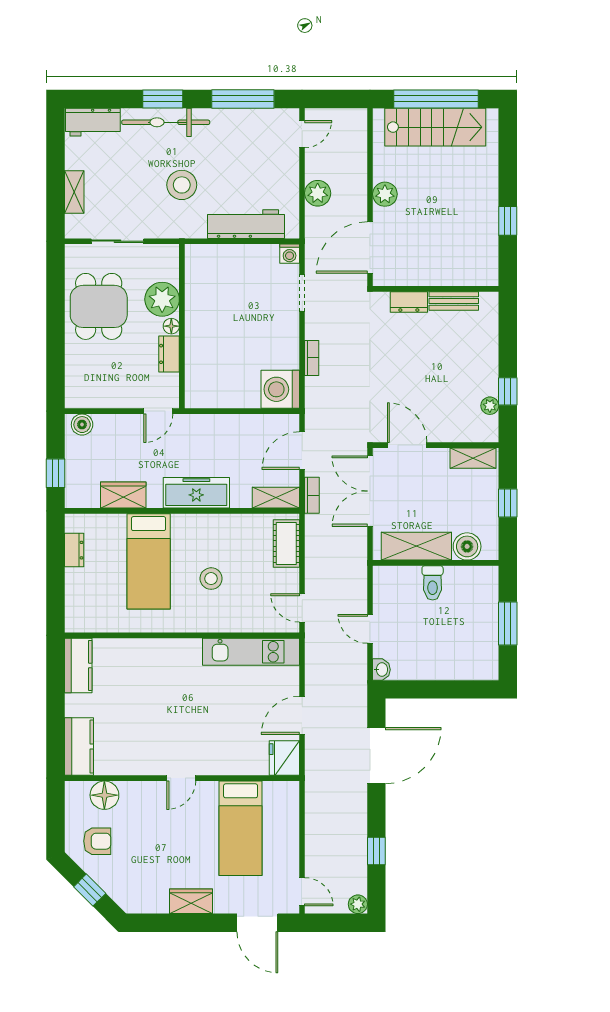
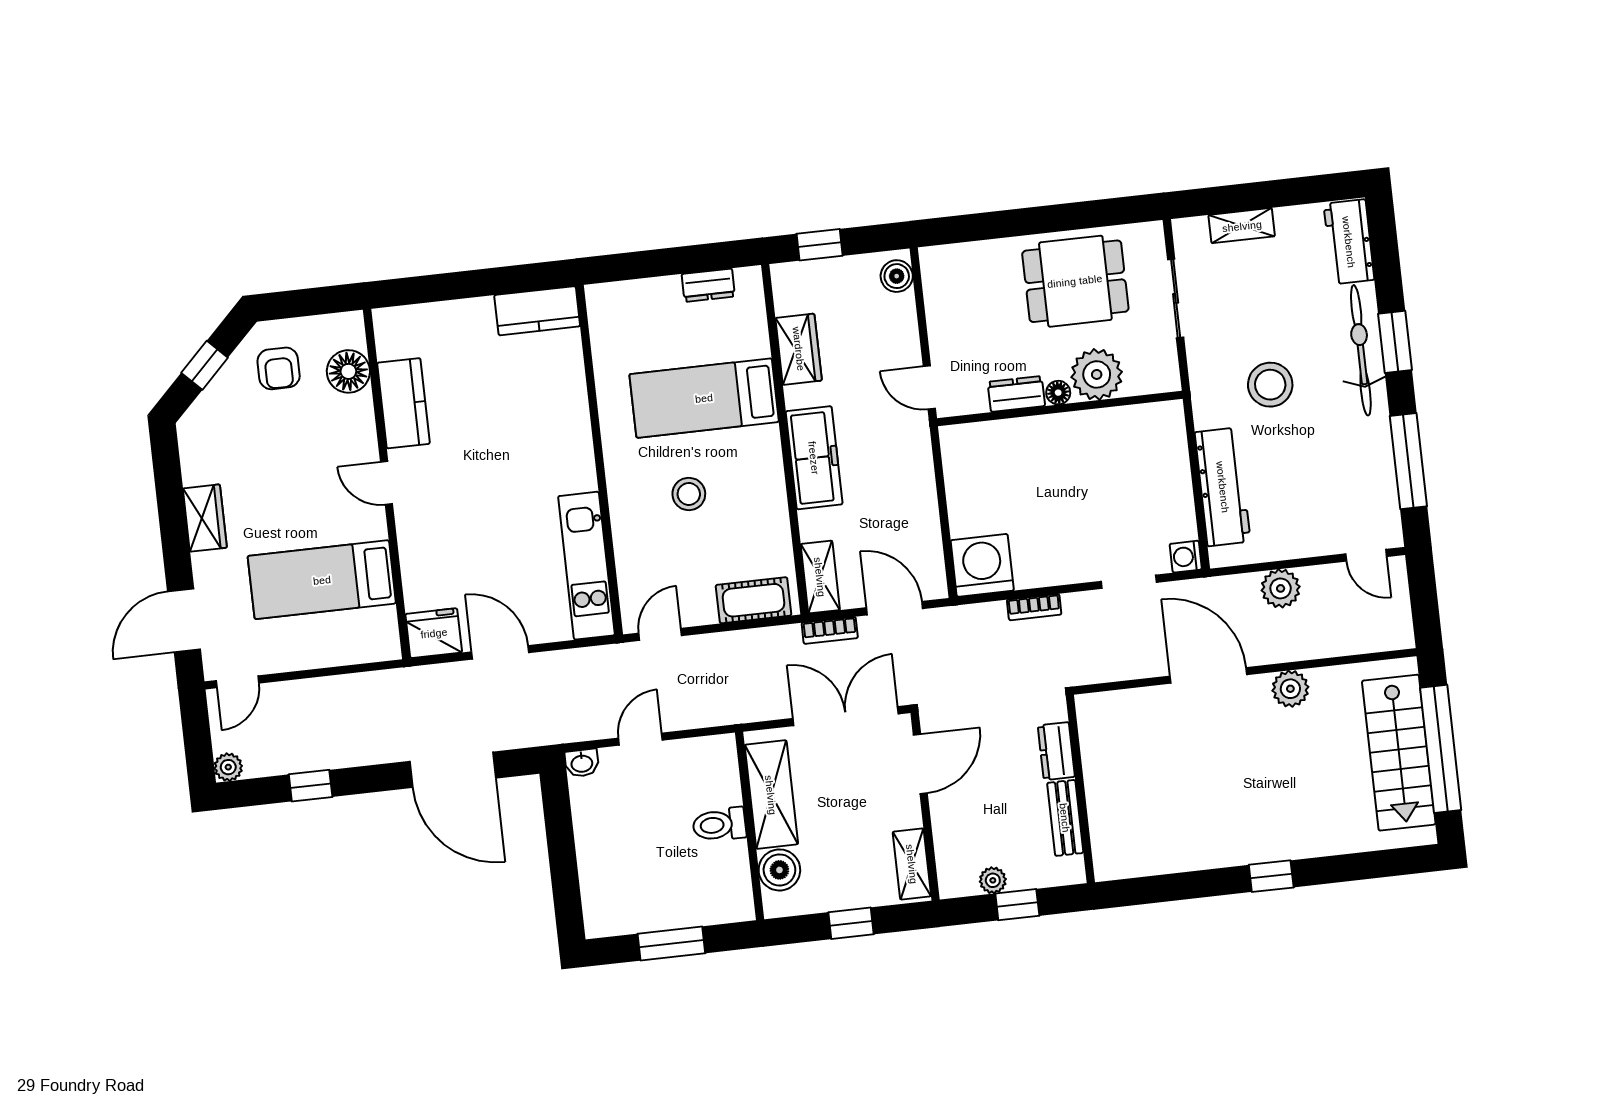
wall: (436, 289) -> (1080, 789), moved
bench: (454, 301) -> (1065, 818), moved
dresser: (409, 302) -> (1056, 751), moved
kitchen counter: (79, 747) -> (403, 403), moved, turned -90

